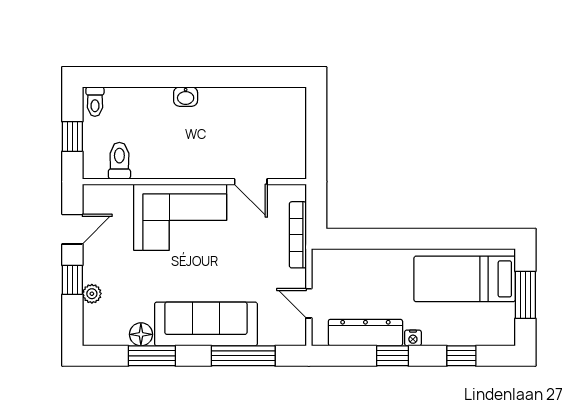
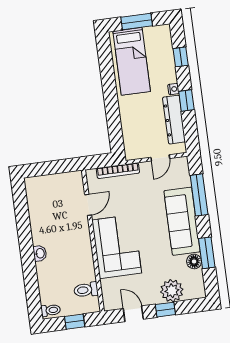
plant: (92, 294) -> (172, 291), width x1.88, depth x1.88

